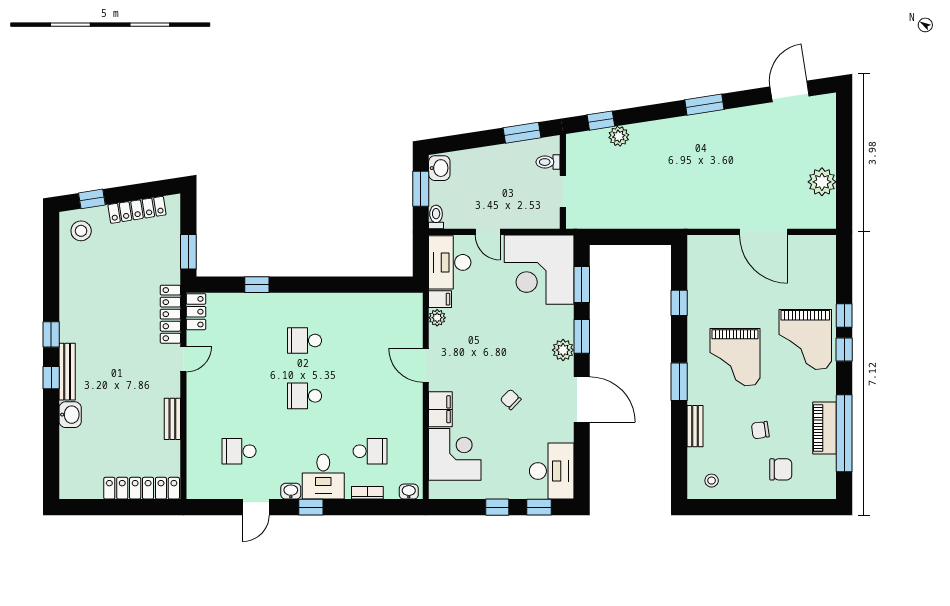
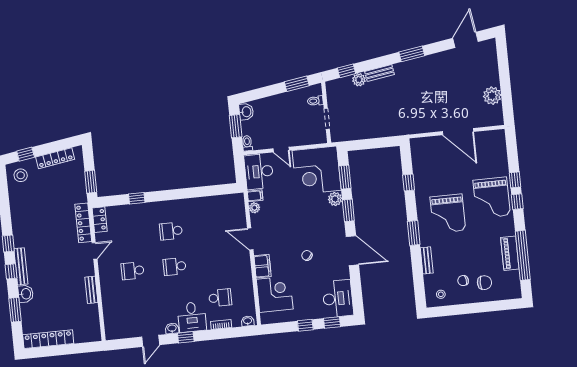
bench: (651, 129) -> (379, 73), added
plant: (563, 350) -> (335, 199), moved
chair: (760, 430) -> (463, 281), moved
window: (51, 438) -> (15, 310), added
school desk: (239, 451) -> (133, 271), moved
locker: (142, 488) -> (48, 339), moved

